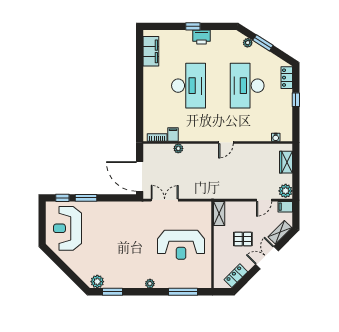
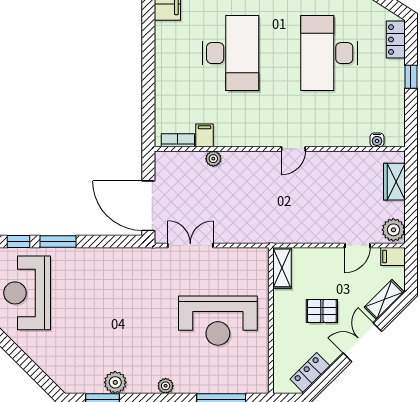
plant: (97, 282) -> (115, 382), moved

